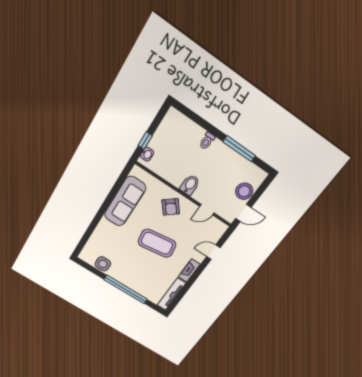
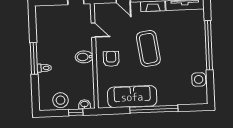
window: (239, 149) -> (34, 58), moved
stool: (244, 191) -> (61, 100), moved
armchair: (171, 207) -> (111, 59), turned -51
window: (101, 212) -> (154, 109), added

